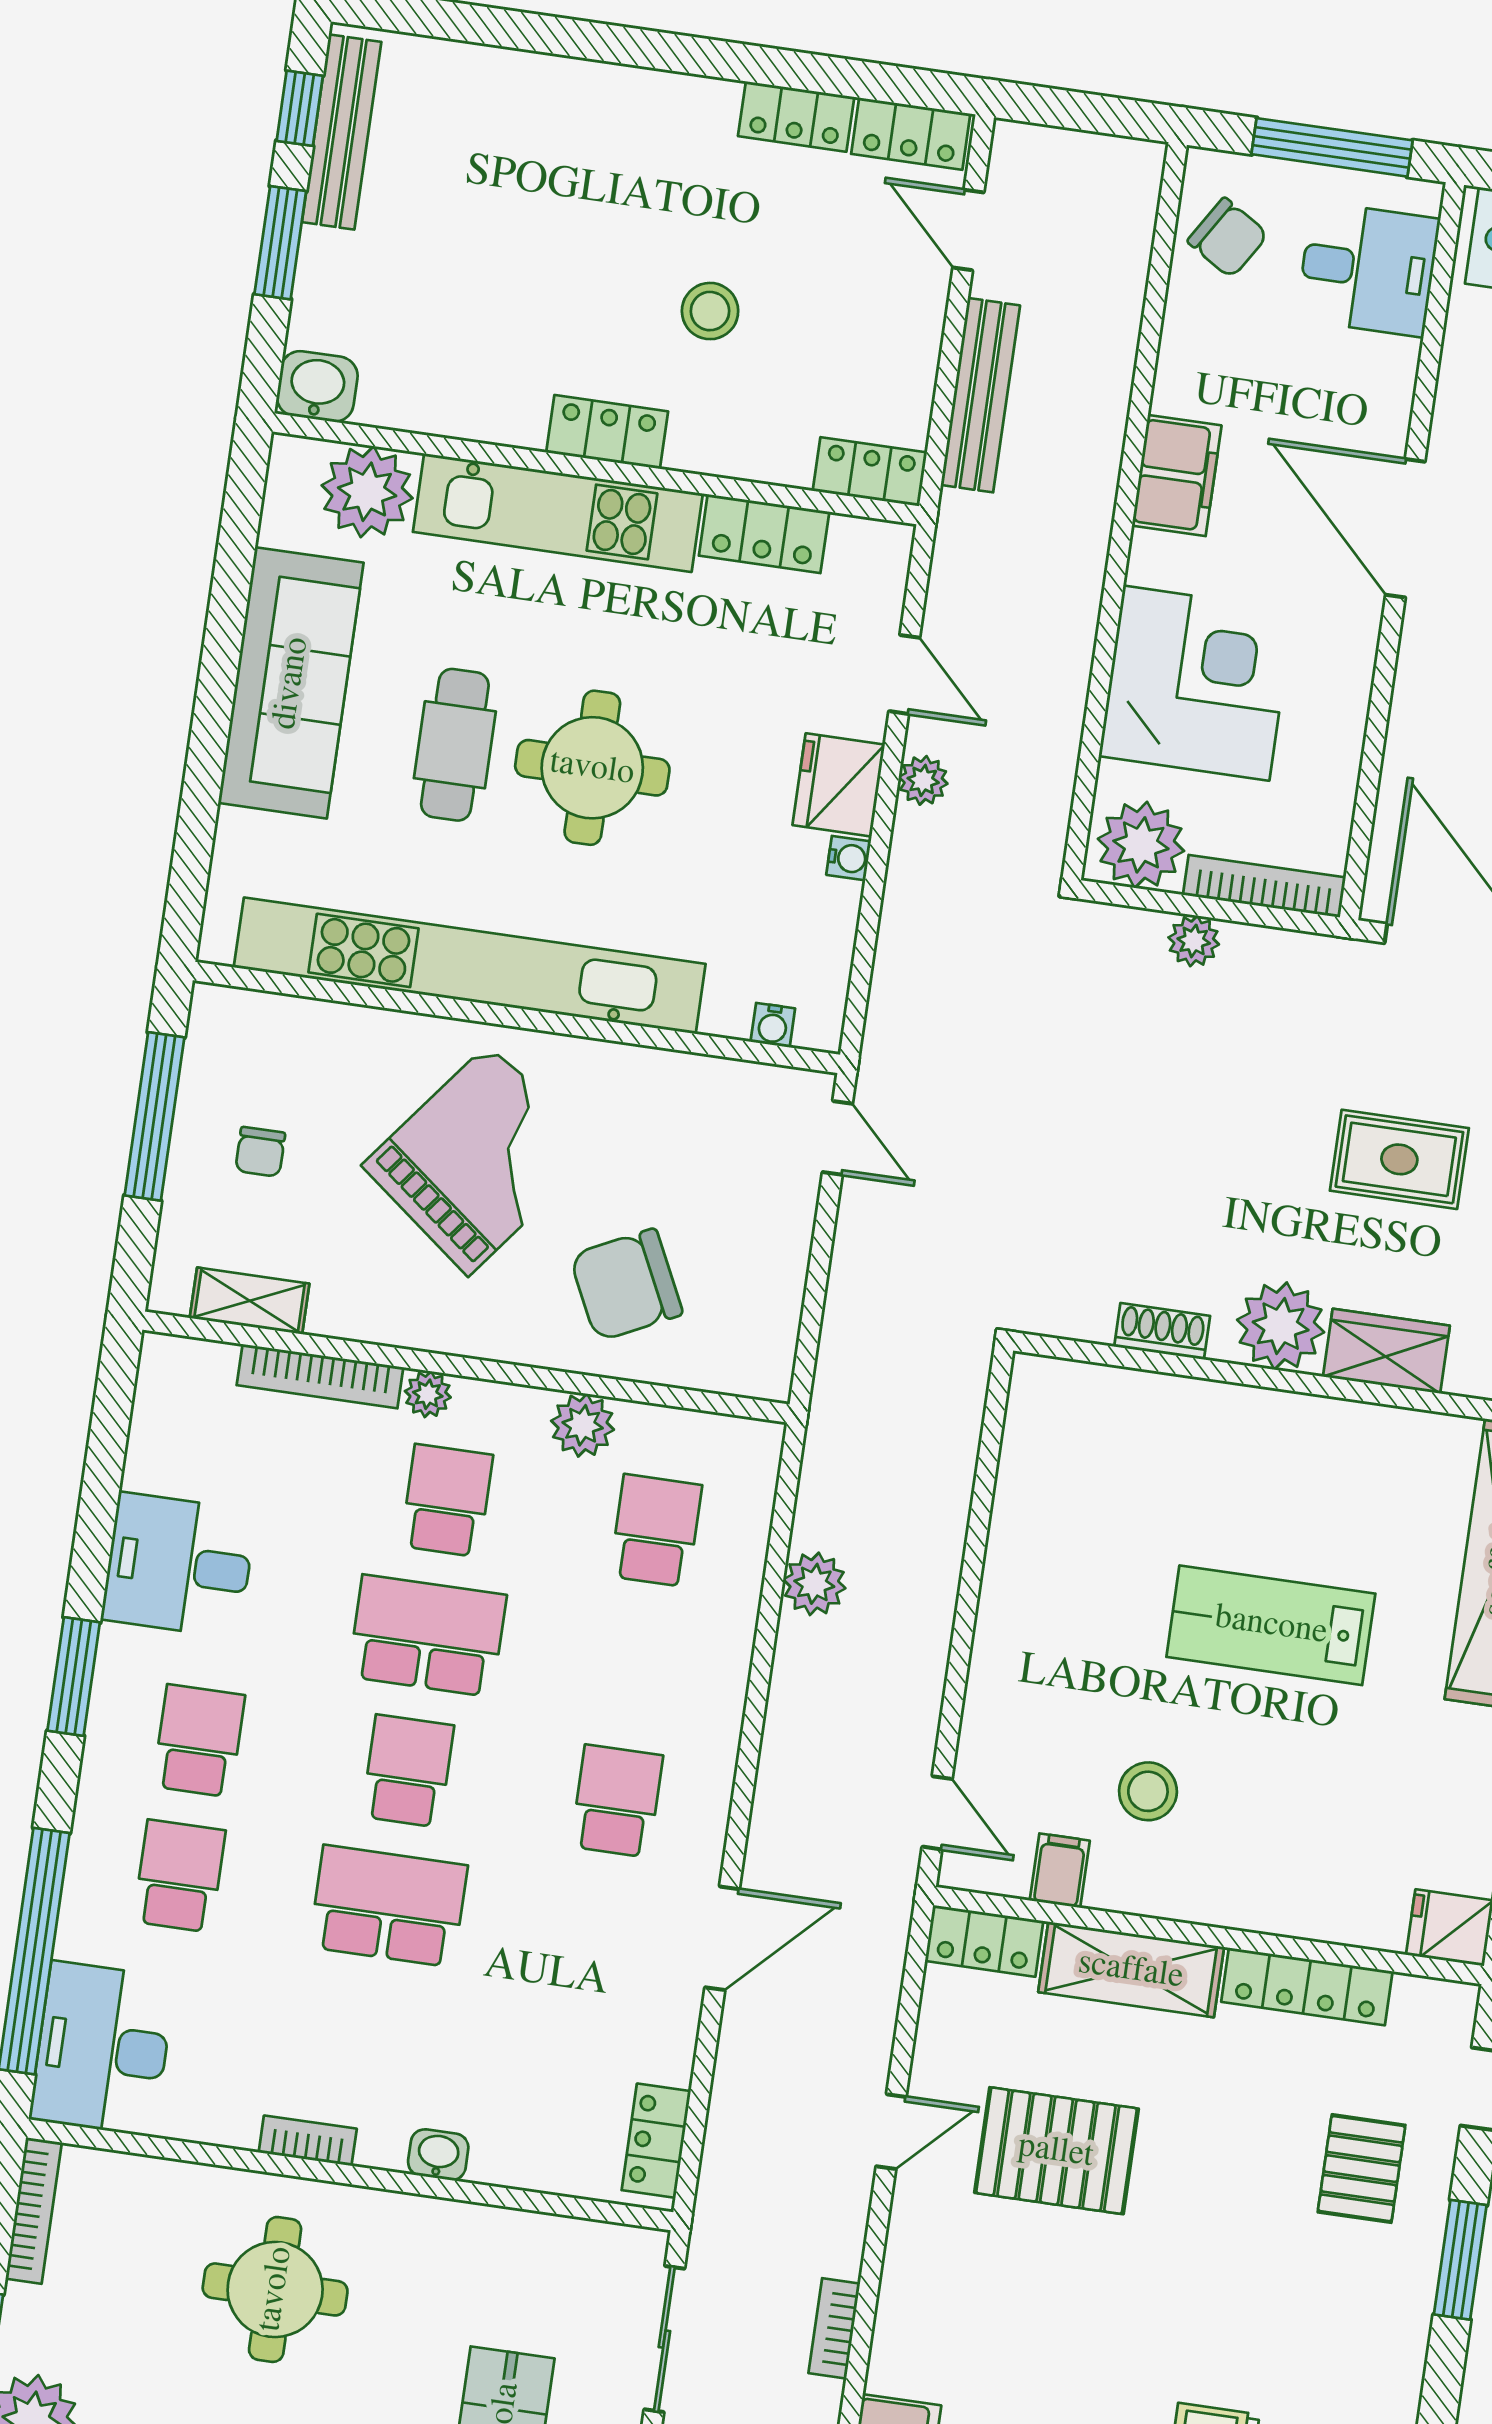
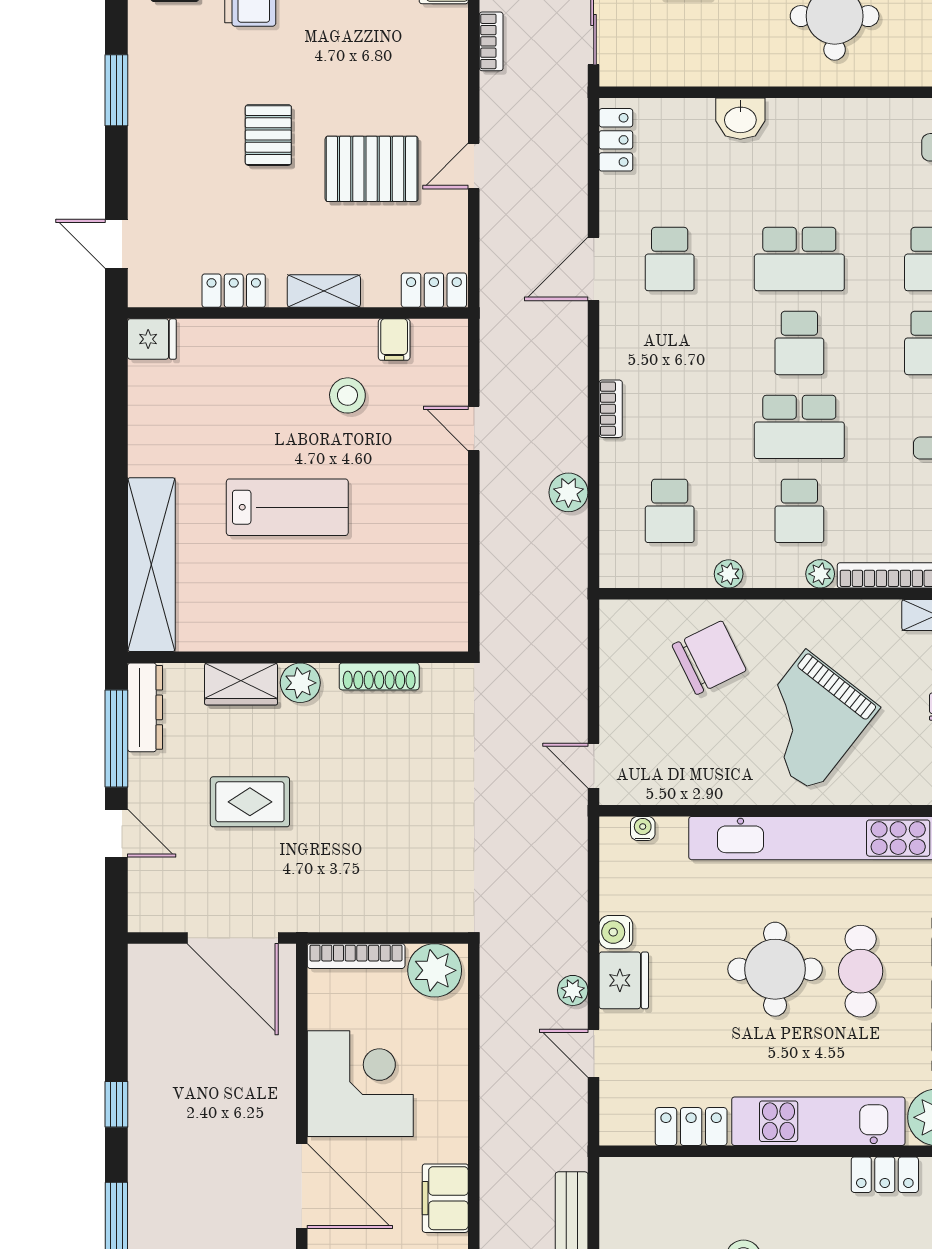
locker: (607, 432) -> (885, 1175), moved
locker: (870, 472) -> (632, 1174), removed
corner desk: (1196, 683) -> (360, 1084), moved, turned 180
water cooler: (849, 858) -> (616, 932), width x1.38, depth x1.38
plant: (1194, 941) -> (394, 917), removed
plant: (1281, 1326) -> (300, 683), width x0.73, depth x0.73
shoe rack: (1162, 1331) -> (379, 676), width x1.43
plant: (583, 1425) -> (729, 574), width x0.73, depth x0.73
school desk: (617, 1801) -> (670, 259), moved
door: (937, 1813) -> (474, 428), moved
shelving: (1131, 1970) -> (324, 291), width x0.67, depth x0.75
locker: (1307, 1987) -> (234, 291), width x0.66
bookcase: (308, 2141) -> (611, 409), moved, turned -90
washbasin: (438, 2155) -> (740, 119), width x1.38, depth x1.45
pallet: (1362, 2169) -> (268, 135), moved
window: (1460, 2260) -> (116, 90), moved

